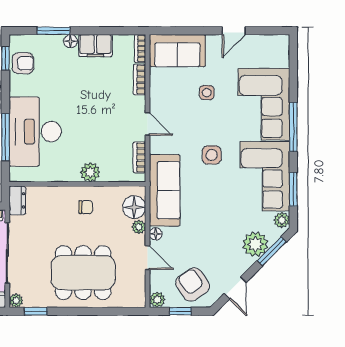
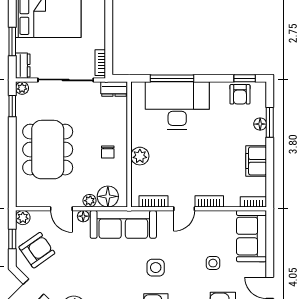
floor lamp: (70, 41) -> (260, 124), moved
bookcase: (139, 80) -> (209, 201), moved
door: (148, 258) -> (61, 209), hinge flipped

